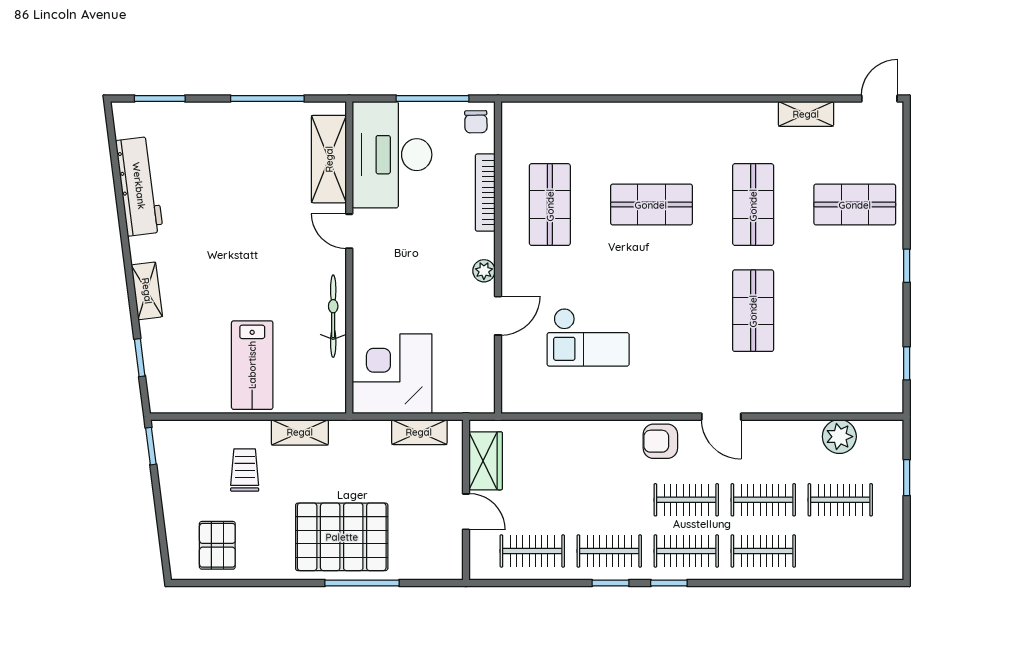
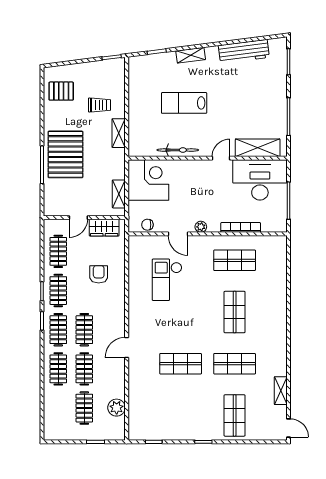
chair: (476, 122) -> (147, 225), moved
lab bench: (252, 365) -> (184, 103), moved
armchair: (660, 441) -> (99, 274), moved

